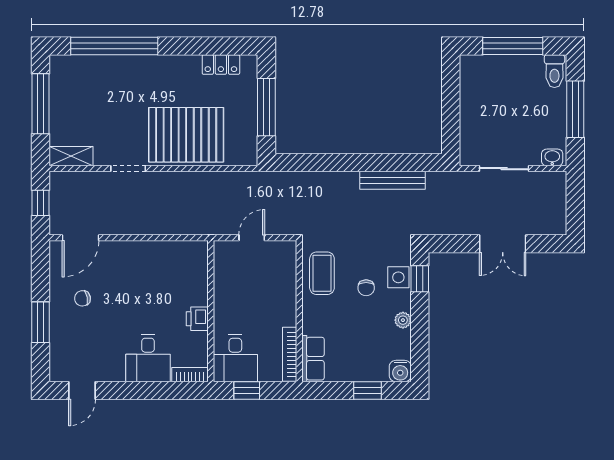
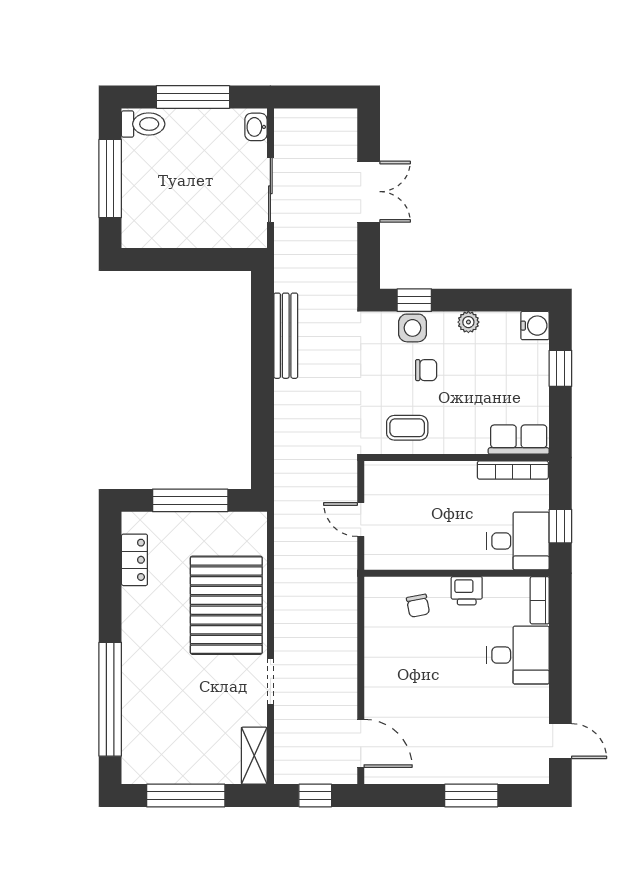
coffee table: (322, 273) -> (407, 428), width x0.73, depth x0.77
chair: (82, 298) -> (418, 606), moved

